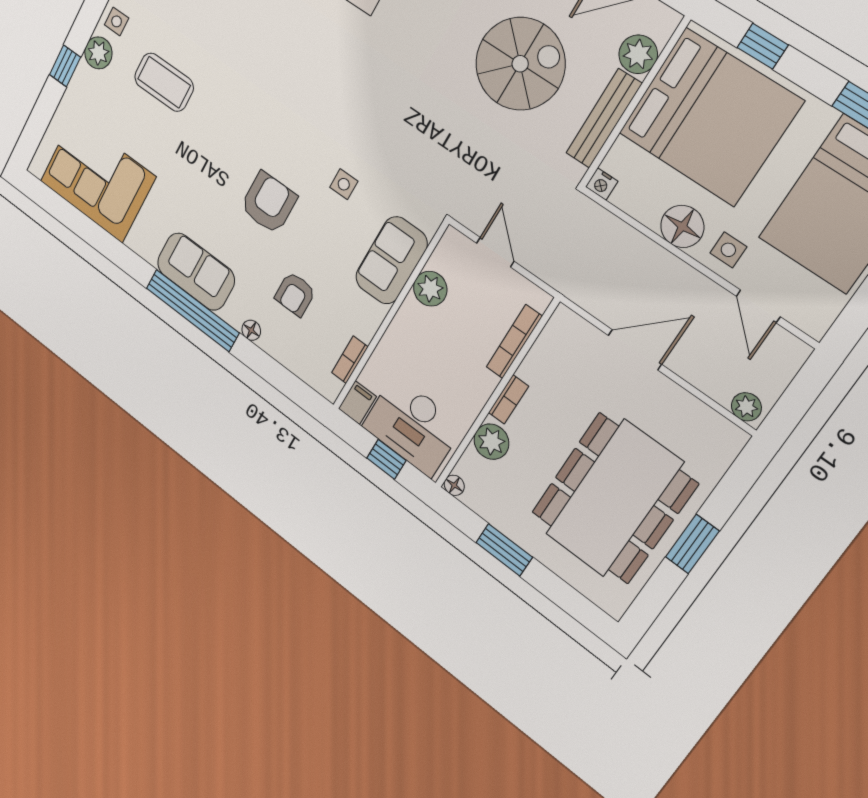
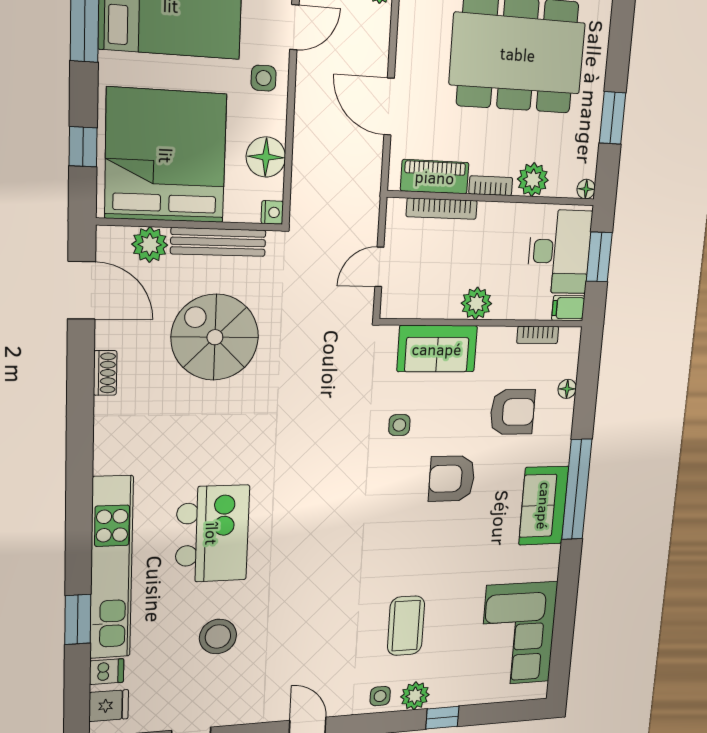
floor lamp: (682, 226) -> (266, 157), moved
plant: (430, 289) -> (476, 303), moved
armchair: (295, 294) -> (512, 412), width x1.38, depth x1.38
floor lamp: (251, 330) -> (567, 389), moved
piano: (547, 353) -> (435, 177), added
window: (386, 459) -> (599, 257), width x1.50

